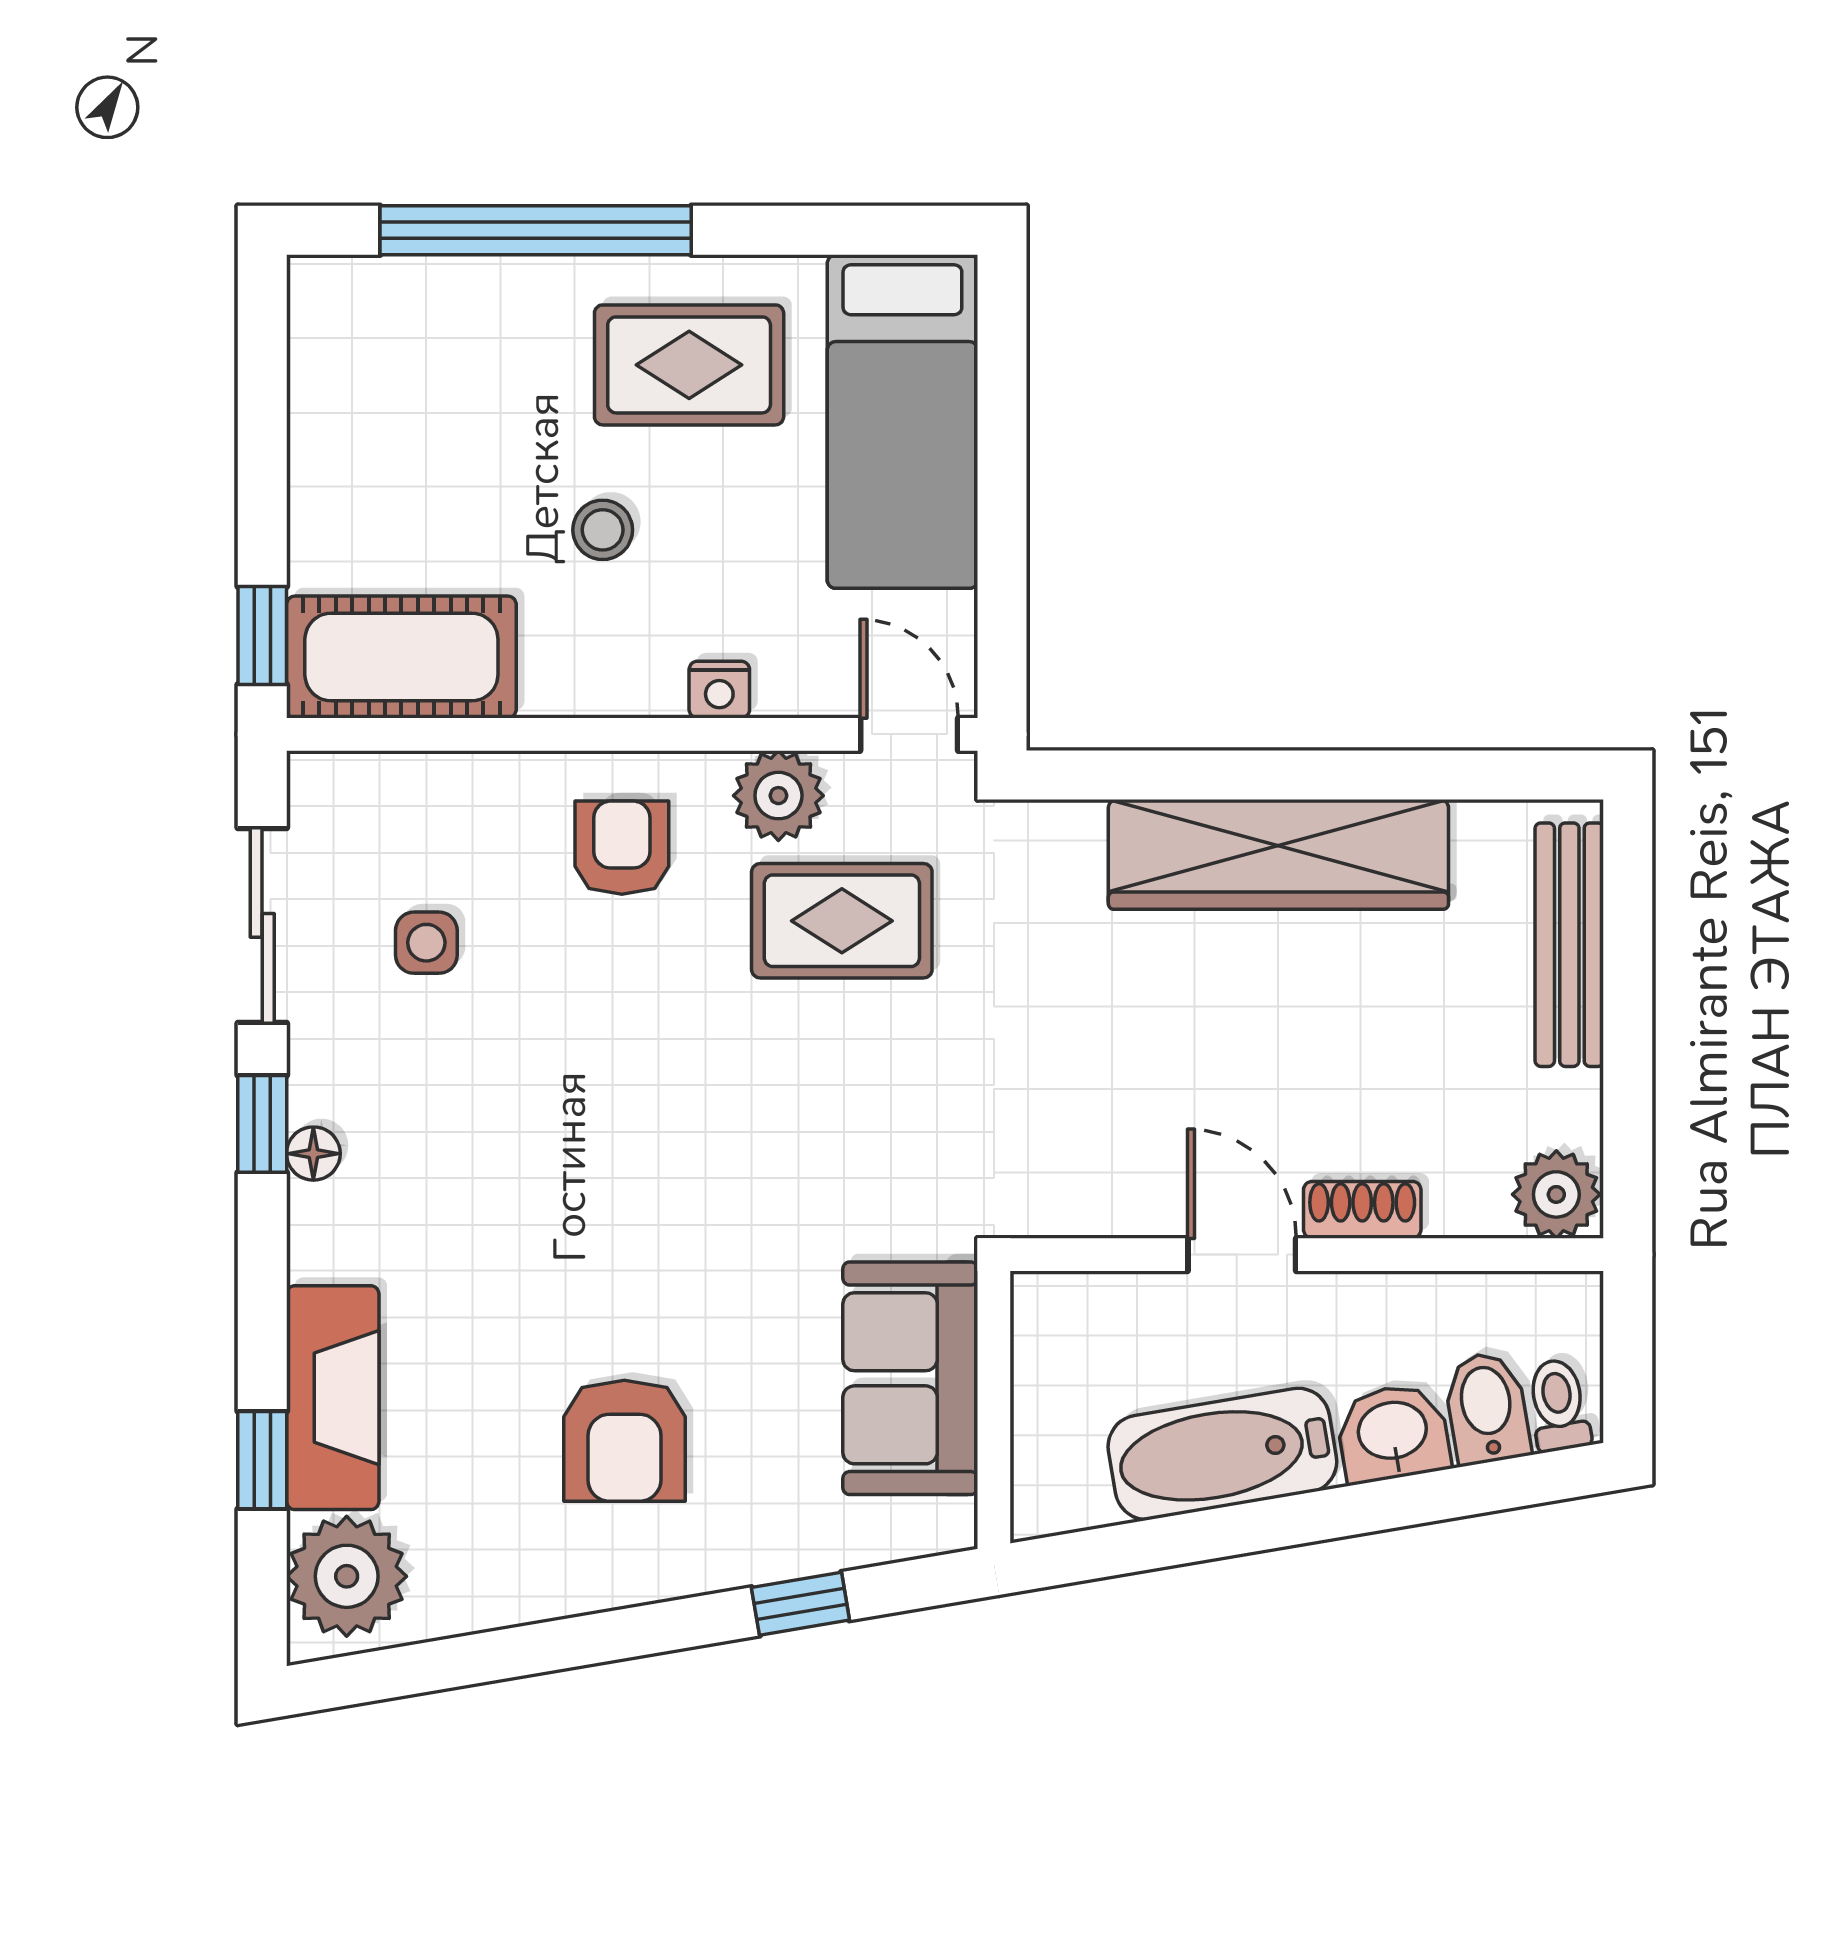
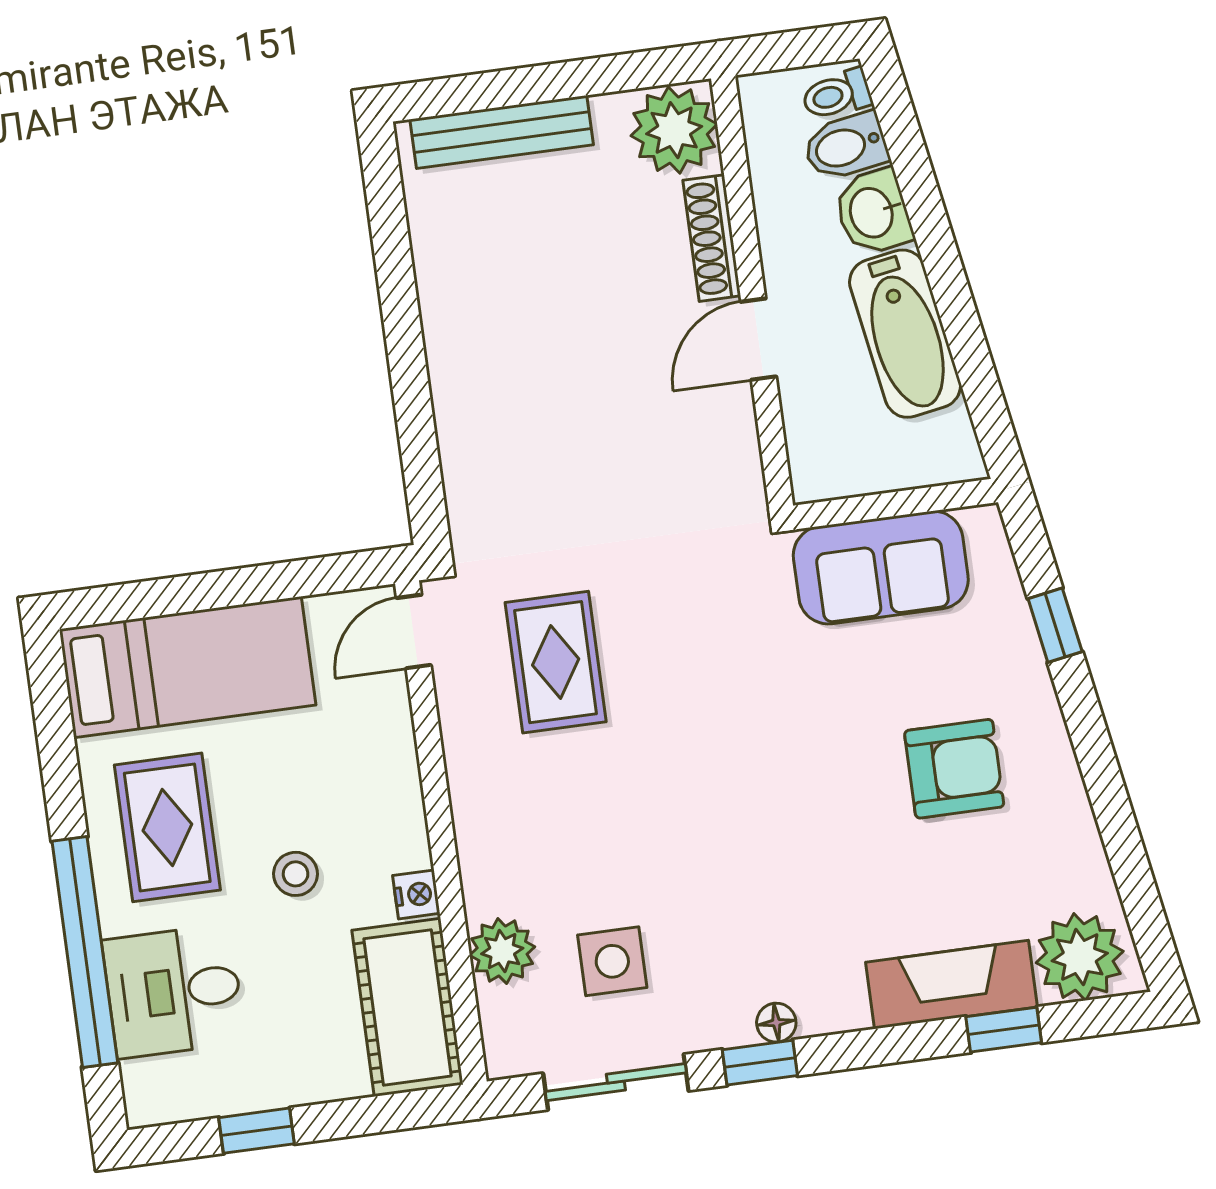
desk: (466, 343) -> (174, 991), added
window: (262, 635) -> (257, 1131), moved
nightstand: (719, 690) -> (416, 894), moved
plant: (778, 796) -> (502, 951), moved
armchair: (622, 848) -> (524, 829), removed
wardrobe: (1278, 854) -> (465, 352), removed
side table: (426, 943) -> (612, 961), width x1.37, depth x1.37
plant: (1556, 1194) -> (674, 130), width x1.36, depth x1.36
shoe rack: (1362, 1210) -> (712, 238), width x1.43

